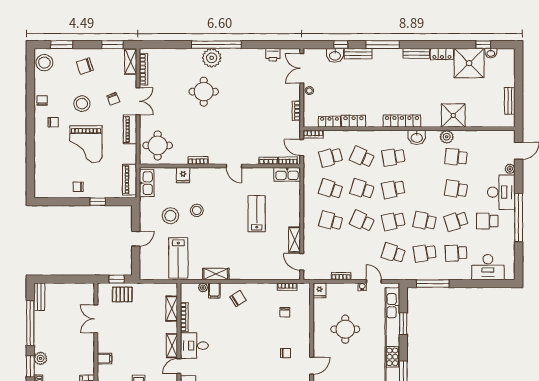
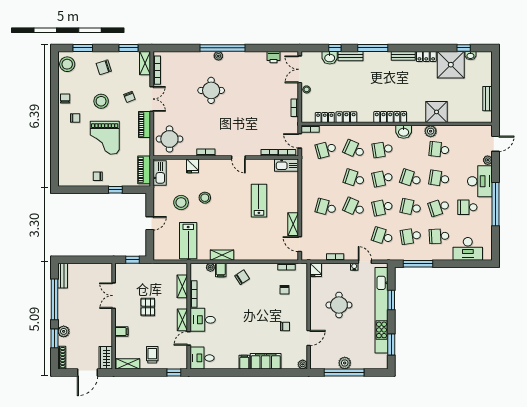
plant: (212, 58) -> (218, 56), width x0.53, depth x0.53
school desk: (331, 189) -> (411, 178), moved
pallet: (122, 294) -> (148, 307), moved, turned 90

